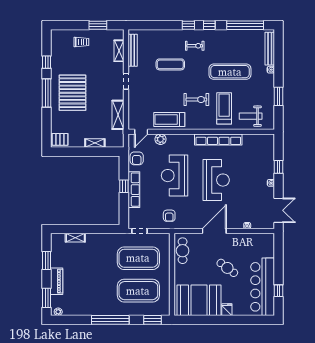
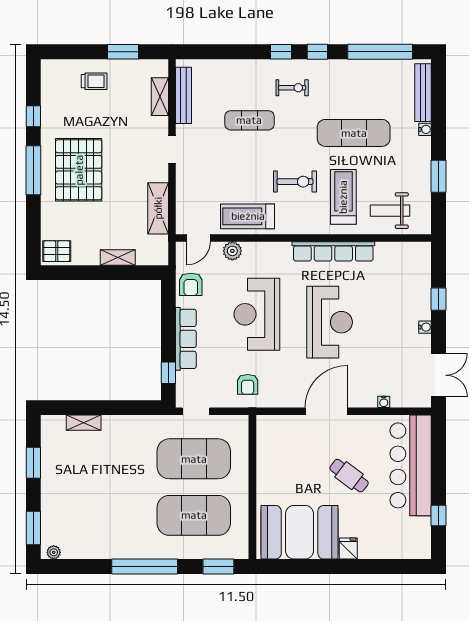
window: (124, 186) -> (168, 373), moved
cafe table: (183, 251) -> (271, 446), removed
piano: (57, 281) -> (51, 499), removed
bar counter: (263, 287) -> (411, 465), moved

